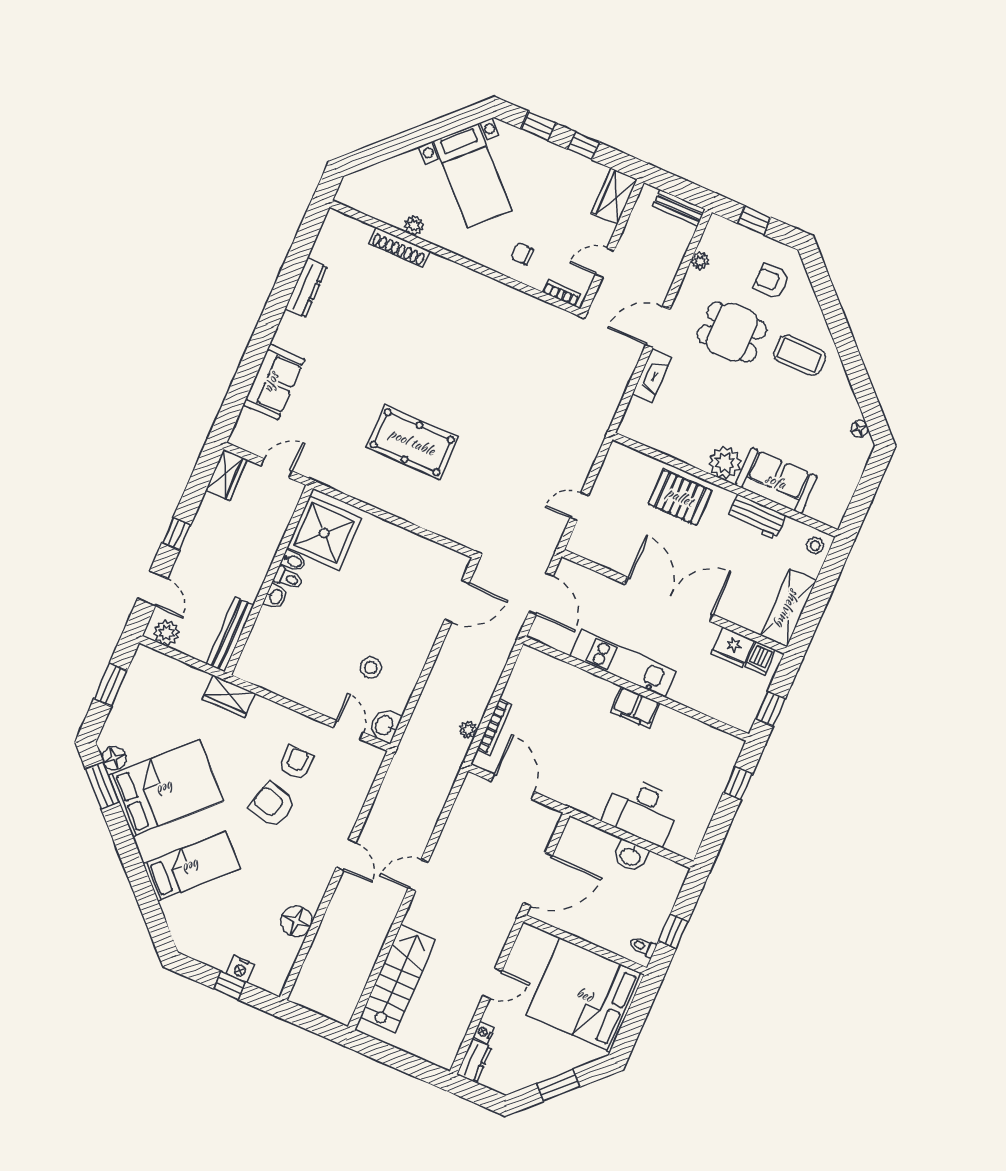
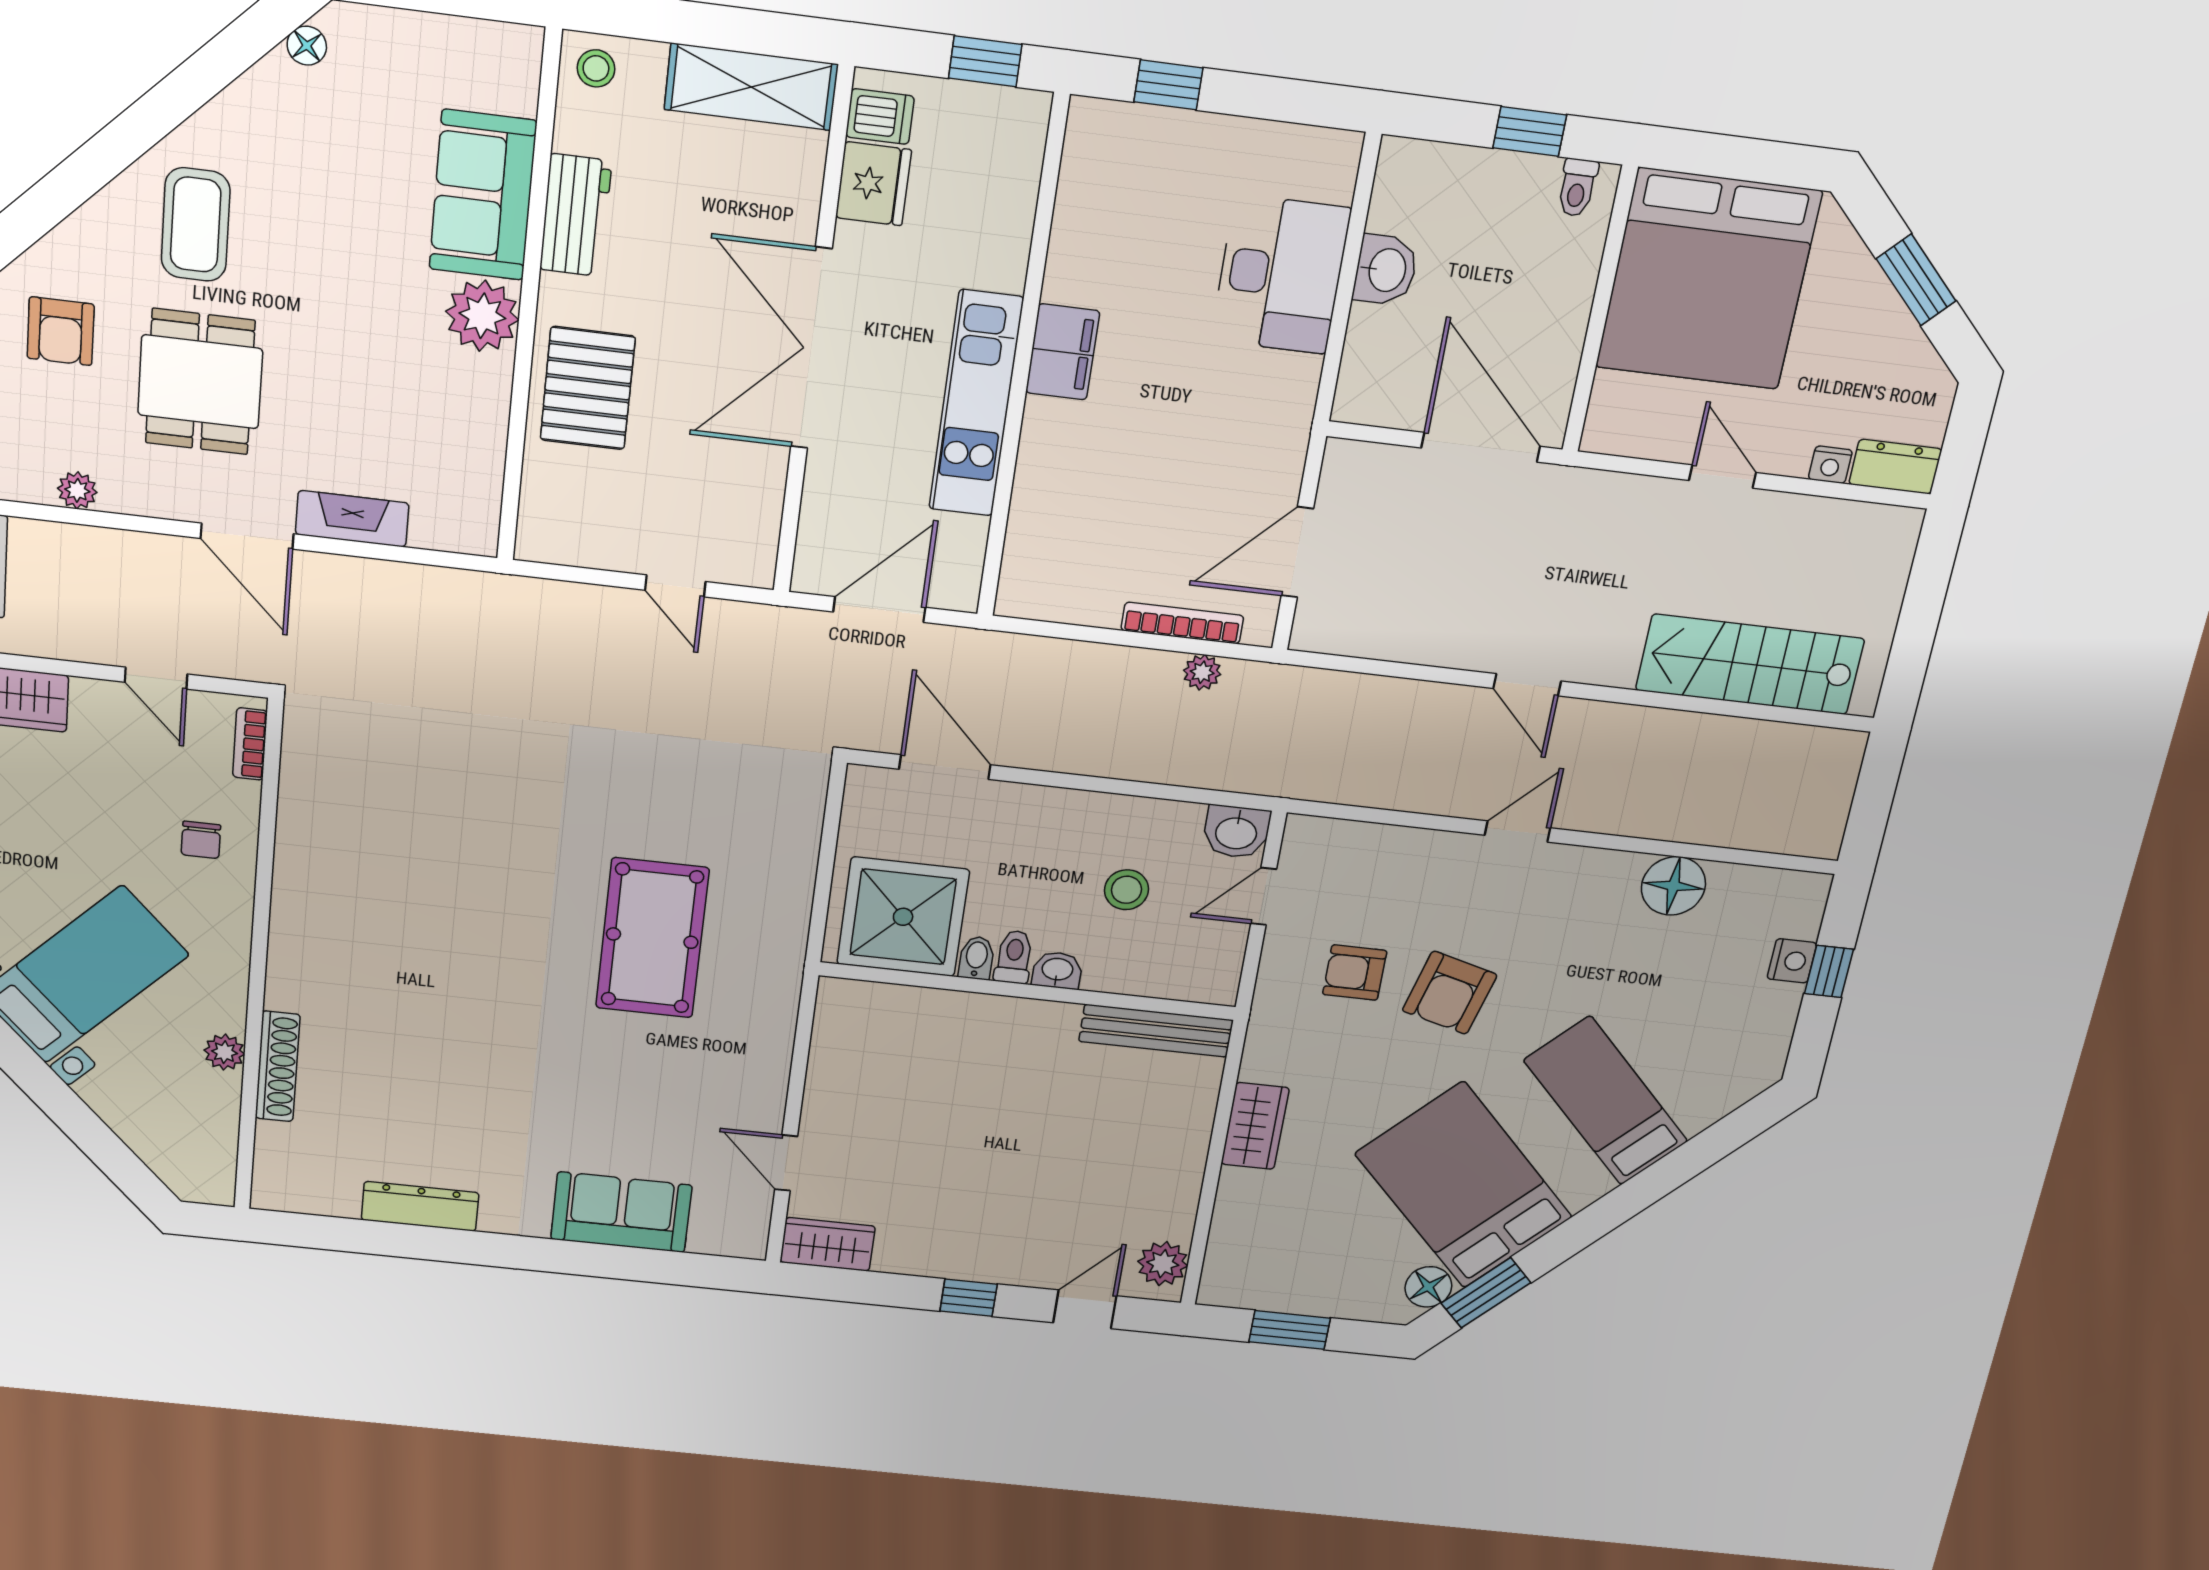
shower: (324, 533) -> (903, 917), moved
bidet: (293, 561) -> (976, 958), moved
toilet: (288, 578) -> (1014, 957), moved
wall: (269, 580) -> (1028, 991), moved
washbasin: (275, 597) -> (1057, 970), moved
bench: (230, 634) -> (1156, 1031), moved

